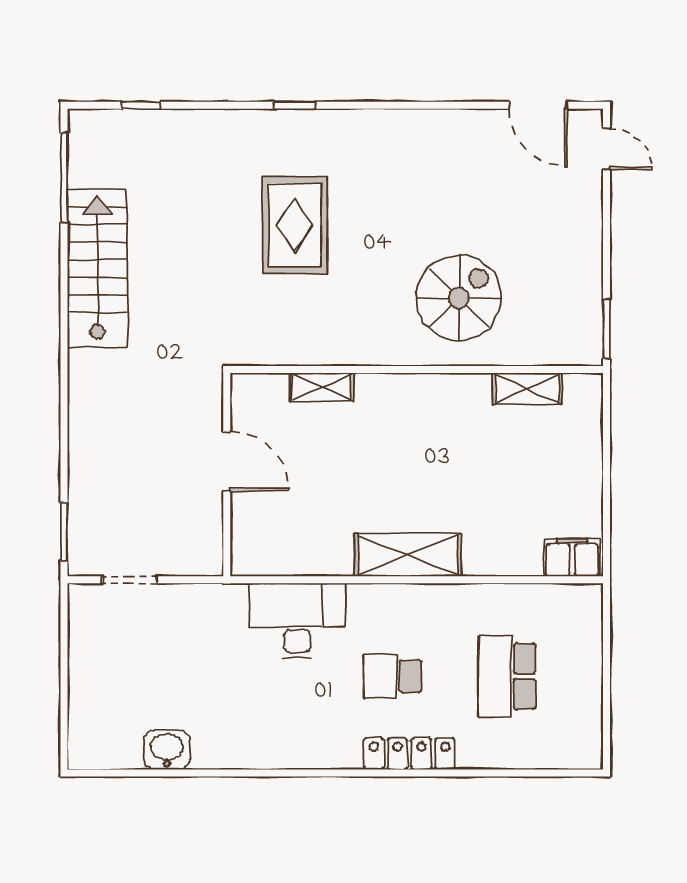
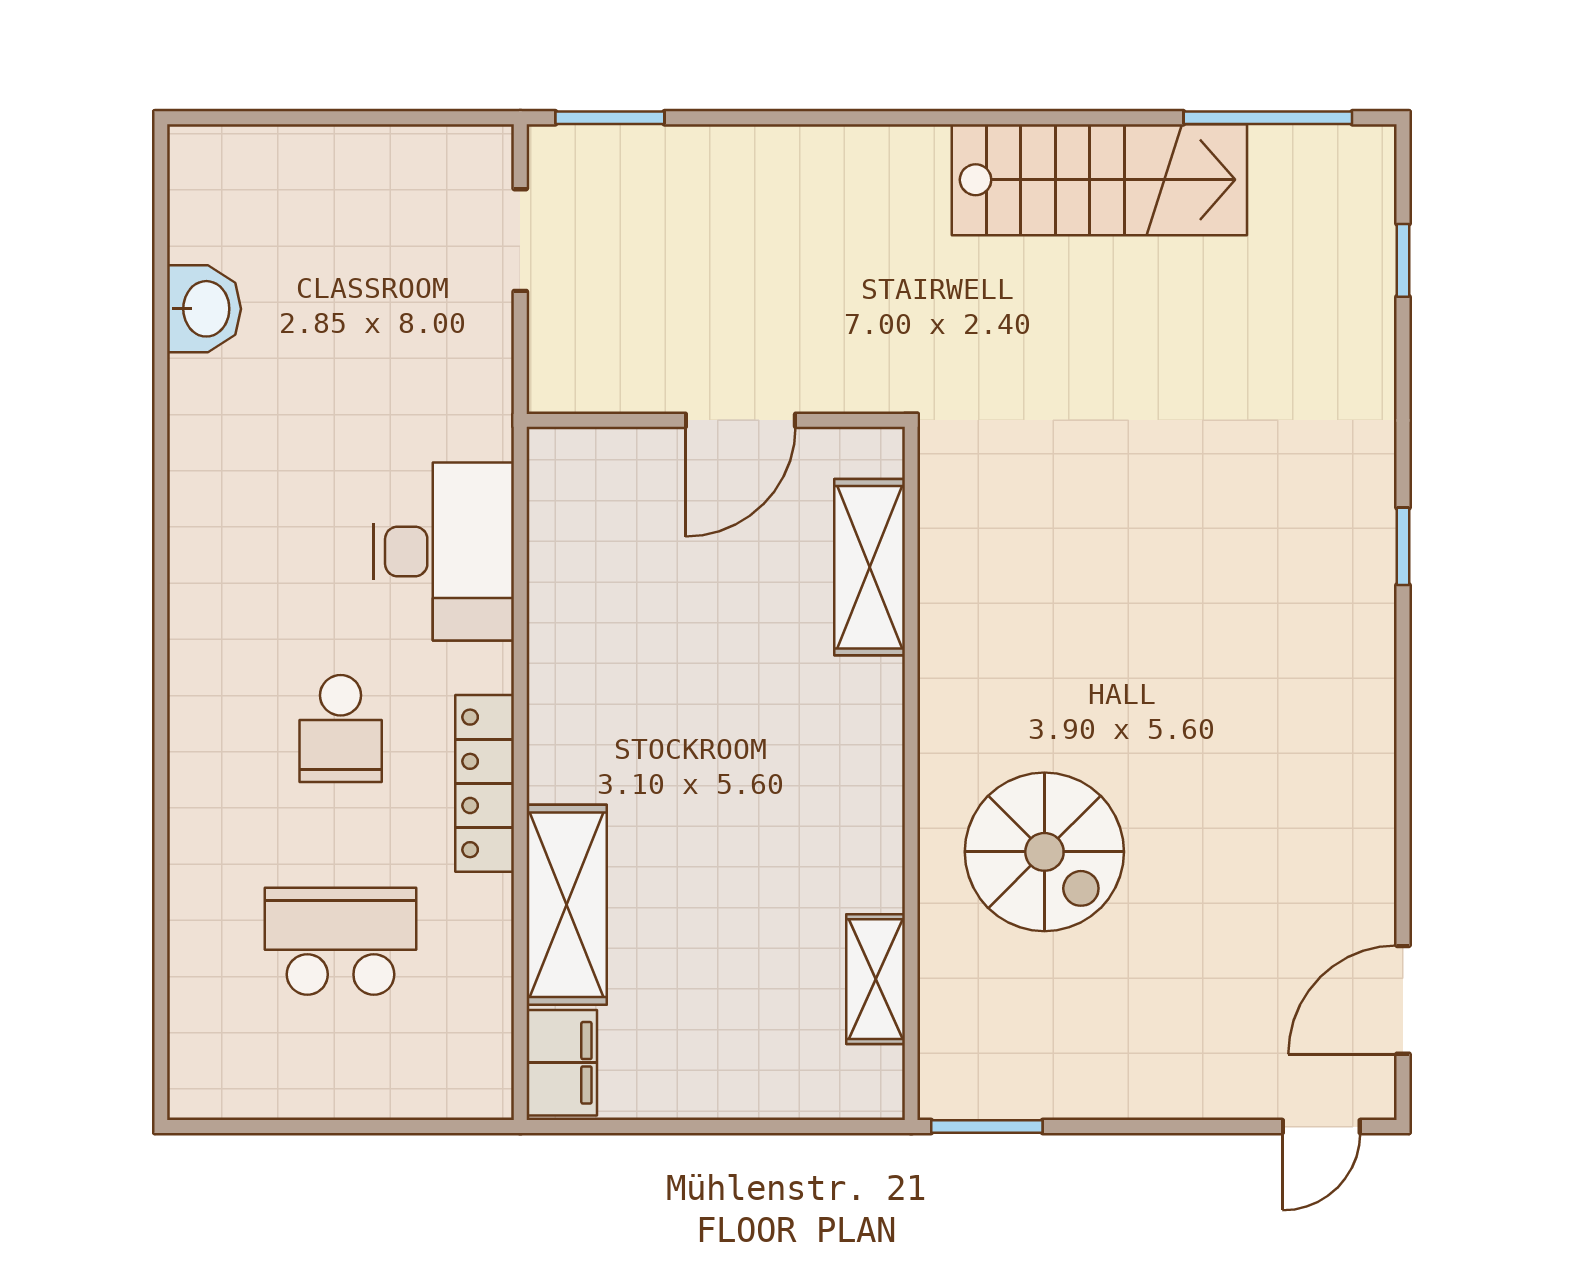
rug: (295, 225) -> (1180, 547), removed
shelving: (322, 387) -> (870, 567), width x1.50, depth x1.33
shelving: (408, 555) -> (567, 905), moved
school desk: (392, 676) -> (341, 728), turned 180
locker: (409, 754) -> (485, 783), moved, turned 180

